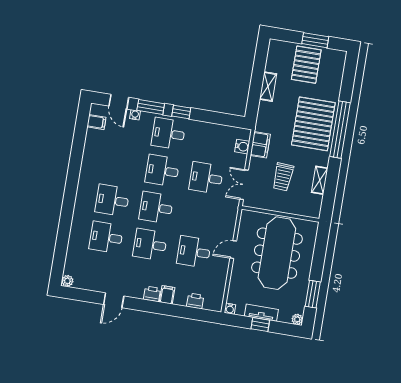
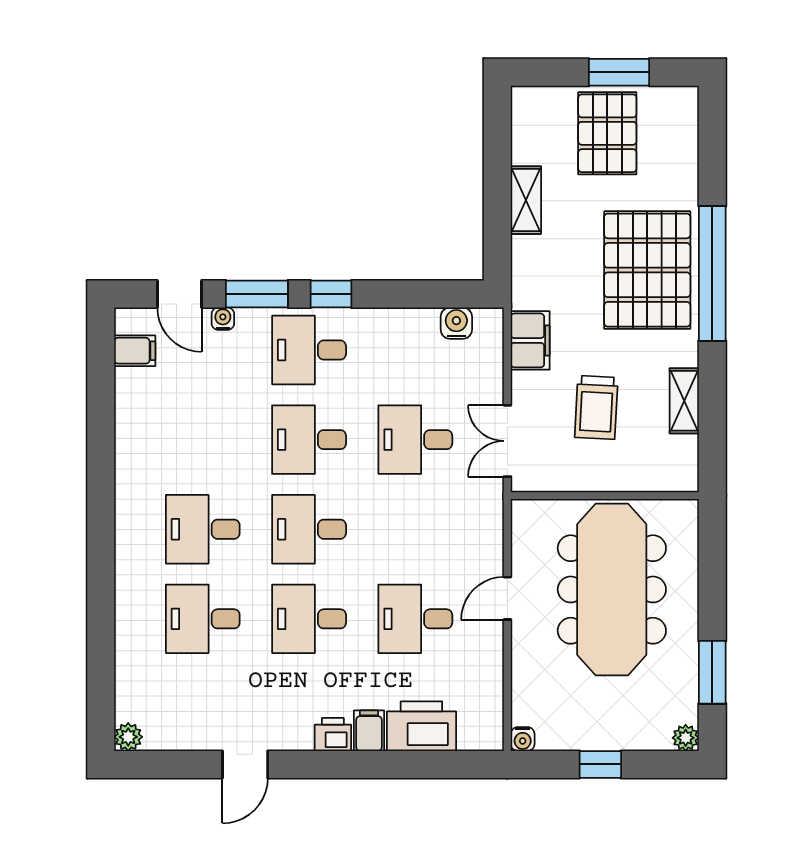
water cooler: (242, 147) -> (456, 323), moved, turned -90
printer: (195, 301) -> (421, 726), width x1.87, depth x1.48
tv unit: (261, 313) -> (599, 736), removed

